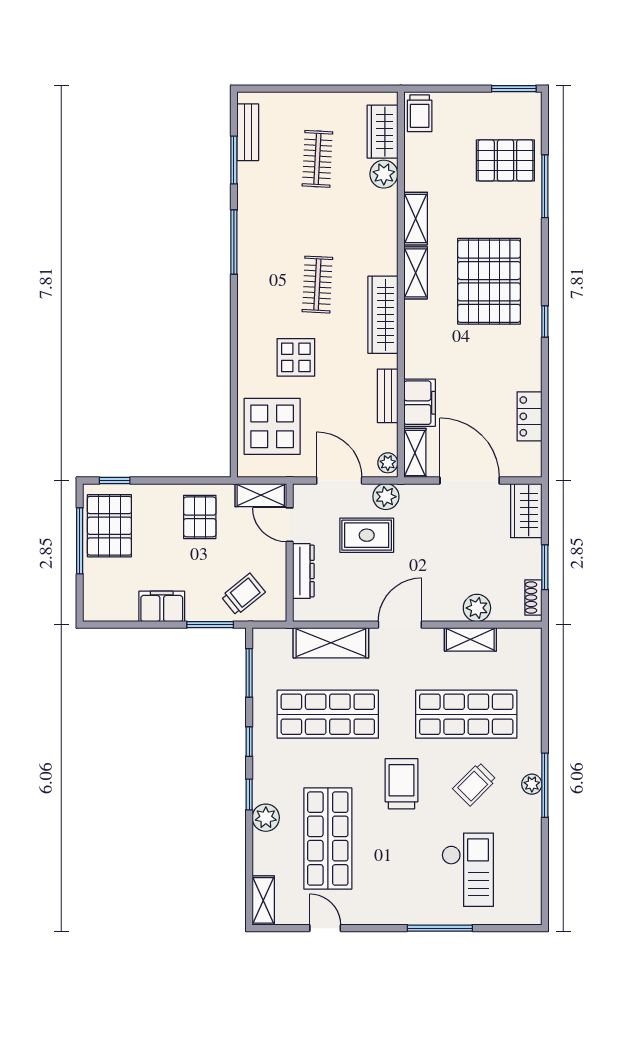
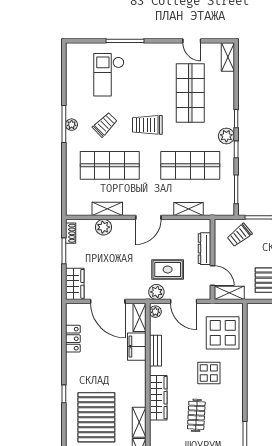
shelving: (331, 643) -> (188, 209), width x0.67, depth x0.75
trolley: (402, 784) -> (147, 125), turned 90
plant: (266, 818) -> (226, 136), moved

